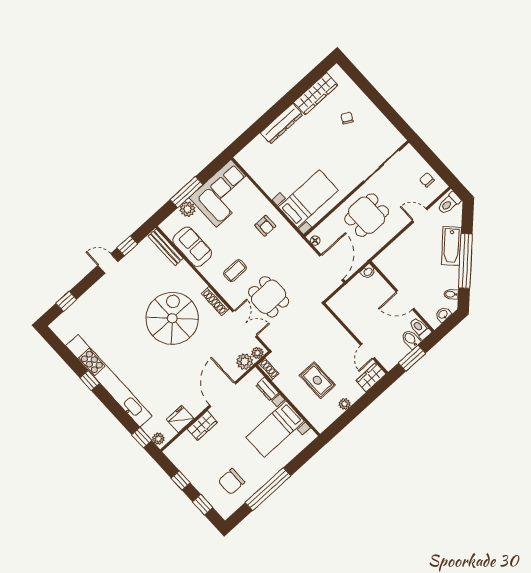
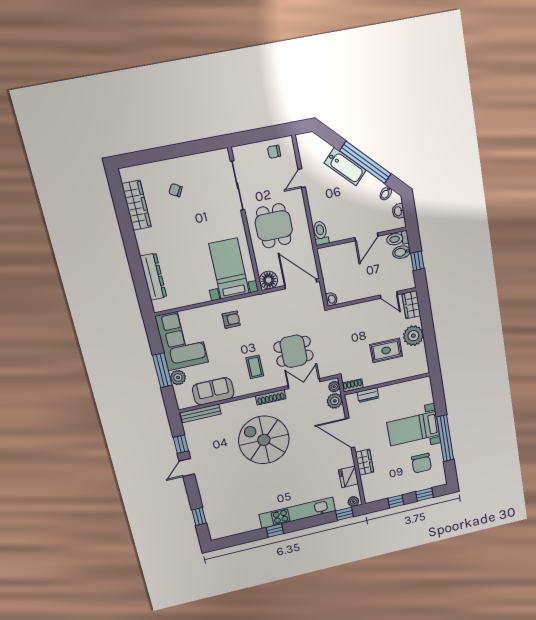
dresser: (282, 124) -> (153, 277), moved
toilet: (449, 203) -> (321, 233), moved, turned 180
floor lamp: (315, 241) -> (269, 280), width x1.89, depth x1.89
washbasin: (368, 272) -> (331, 299), moved
window: (412, 358) -> (417, 261), width x0.67
kitchen unit: (109, 381) -> (297, 513), width x0.73
plant: (345, 404) -> (413, 336), width x1.88, depth x1.88
bed with nightstands: (275, 429) -> (413, 429), moved, turned 90

